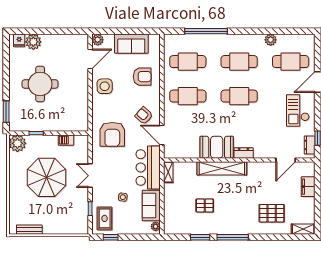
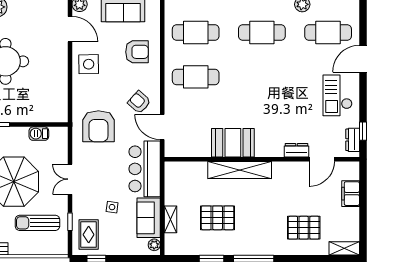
door: (90, 59) -> (70, 29), hinge flipped
cafe table: (239, 96) -> (262, 77), removed
dresser: (244, 153) -> (296, 150), moved
shelving: (168, 172) -> (171, 219), moved
pallet: (205, 205) -> (218, 218), width x1.50, depth x1.42
sun lounger: (65, 209) -> (37, 223), added

